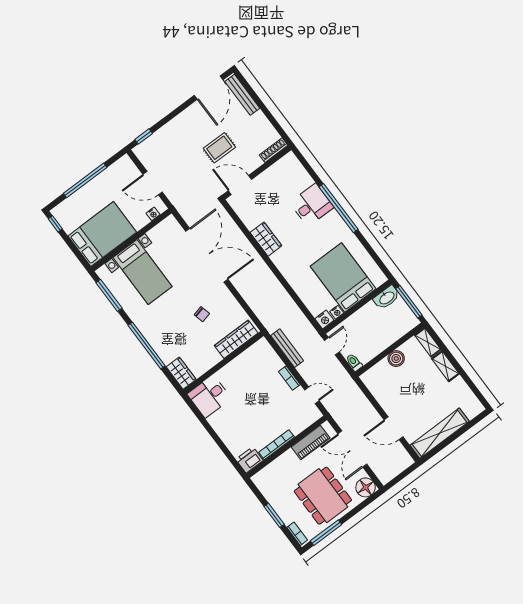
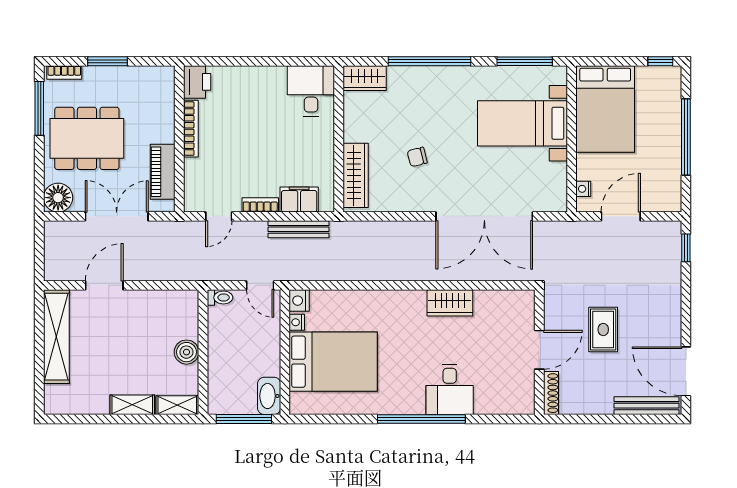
door: (240, 185) -> (539, 350), moved
filing cabinet: (271, 360) -> (299, 199), added

